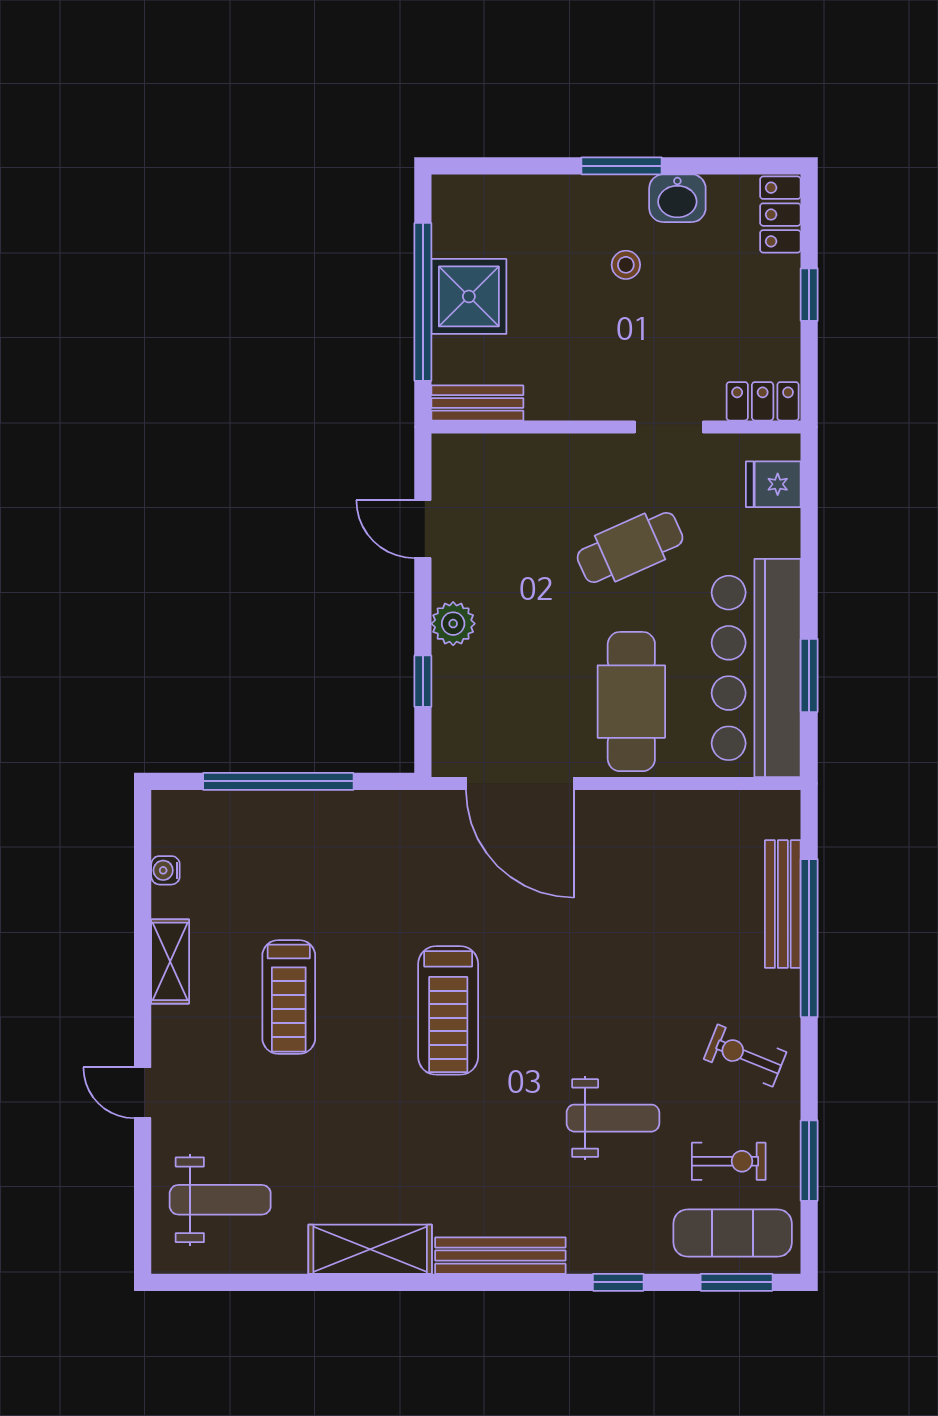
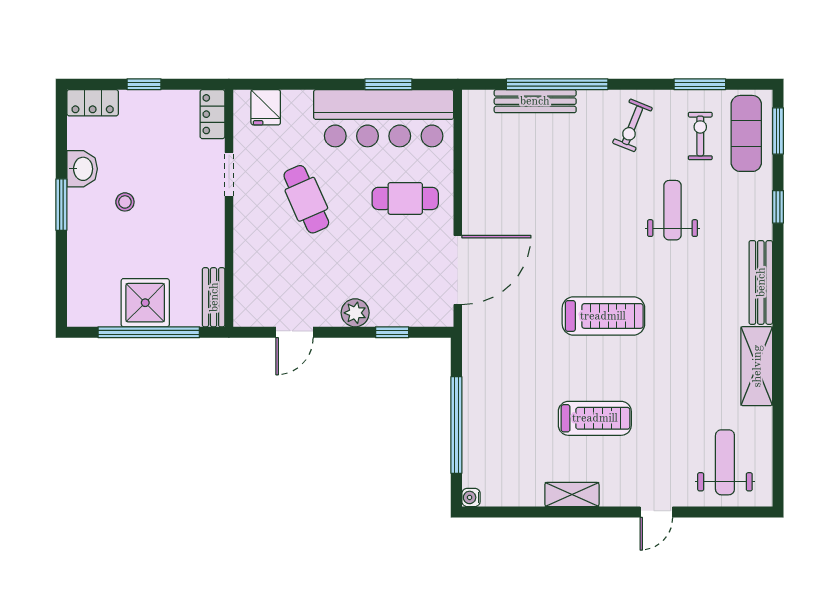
cafe table: (631, 702) -> (405, 198), width x0.73, depth x0.74
water cooler: (165, 870) -> (471, 497), moved, turned 90

